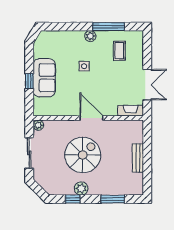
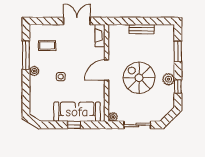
sofa: (44, 78) -> (77, 112), width x1.36

